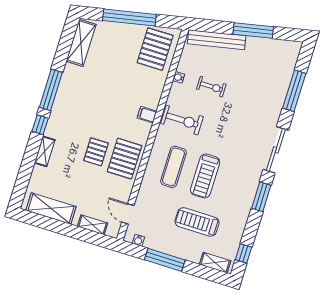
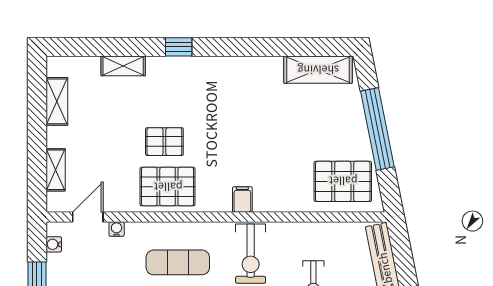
water cooler: (179, 77) -> (117, 229), moved
window: (51, 90) -> (235, 47), removed
shelving: (45, 151) -> (123, 66), moved
shelving: (51, 208) -> (57, 101), width x0.67, depth x0.75

